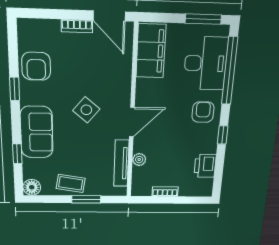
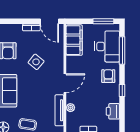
window: (230, 71) -> (122, 51), width x0.68
side table: (86, 110) -> (36, 62), moved

